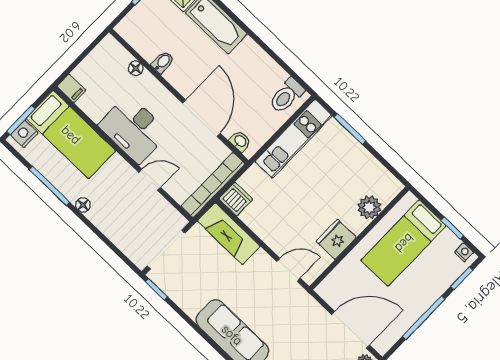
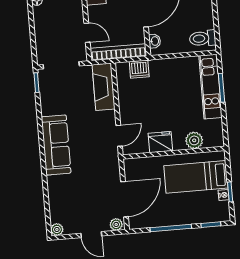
kitchen unit: (294, 139) -> (210, 87), moved, turned 90
door: (150, 180) -> (87, 33), moved
dishwasher: (236, 199) -> (139, 69), moved, turned 90
nightstand: (464, 252) -> (224, 195), moved
door: (288, 270) -> (119, 136), hinge flipped
door: (351, 330) -> (124, 199), hinge flipped

